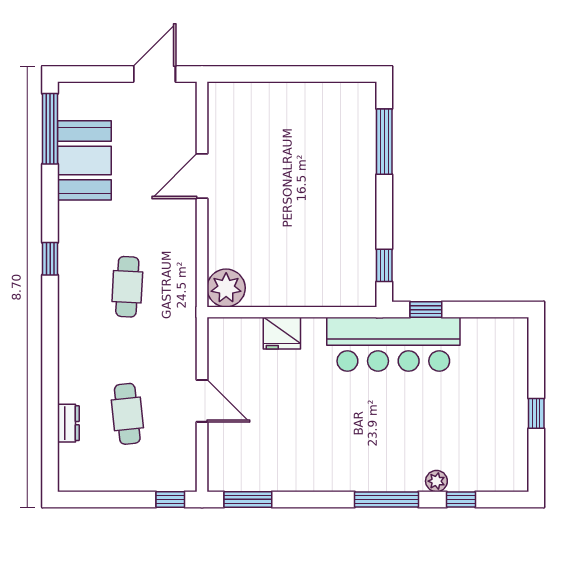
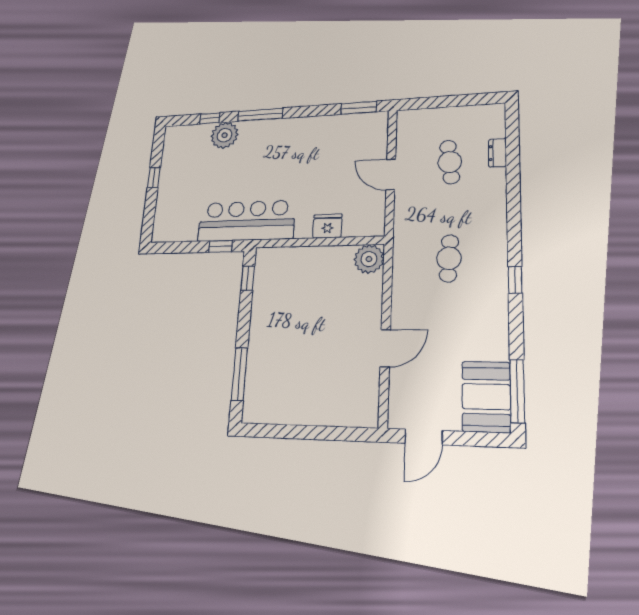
booth: (84, 160) -> (486, 397), moved
plant: (436, 481) -> (225, 135), width x1.87, depth x1.87
window: (170, 499) -> (417, 104), removed

